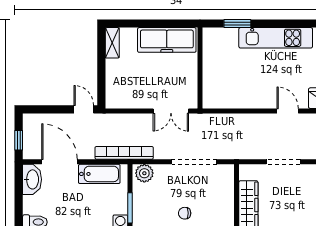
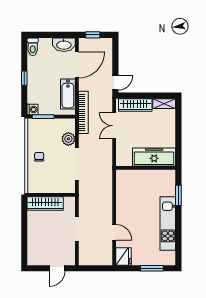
freezer: (167, 40) -> (154, 157), moved, turned 90
wardrobe: (114, 82) -> (135, 105), added
double door: (171, 111) -> (114, 126), moved
door: (288, 111) -> (114, 232), hinge flipped
plant: (144, 173) -> (68, 139), moved

